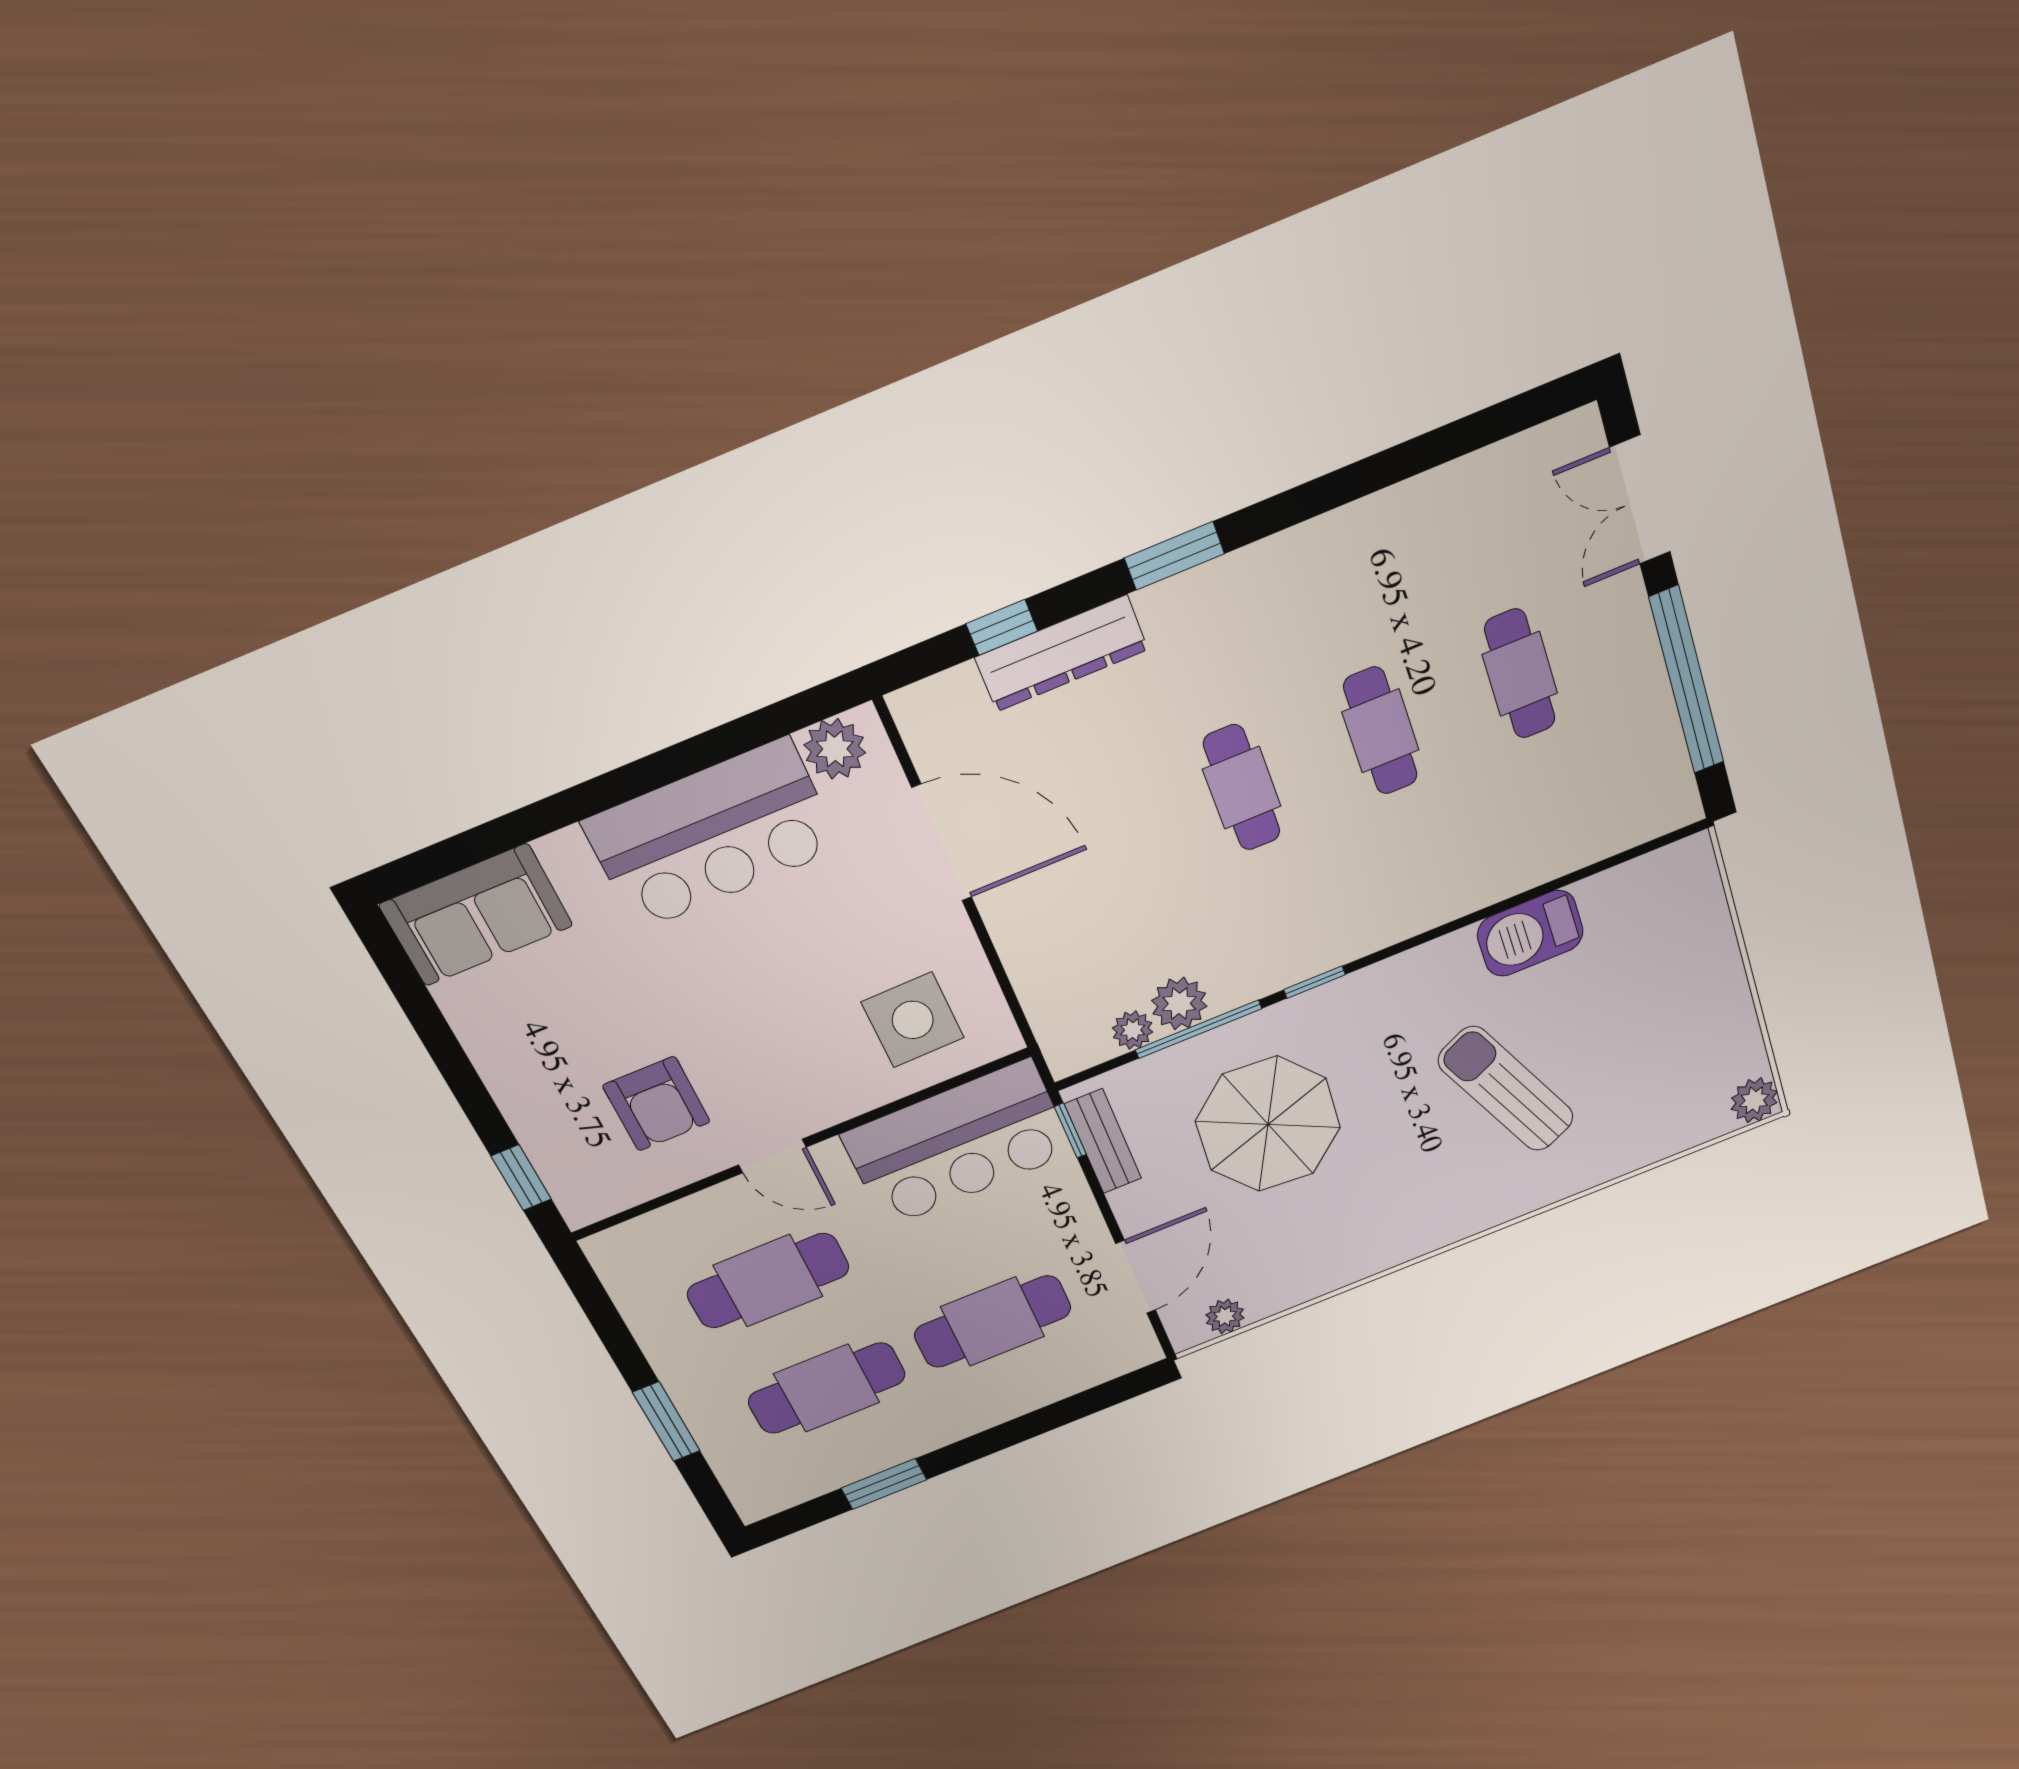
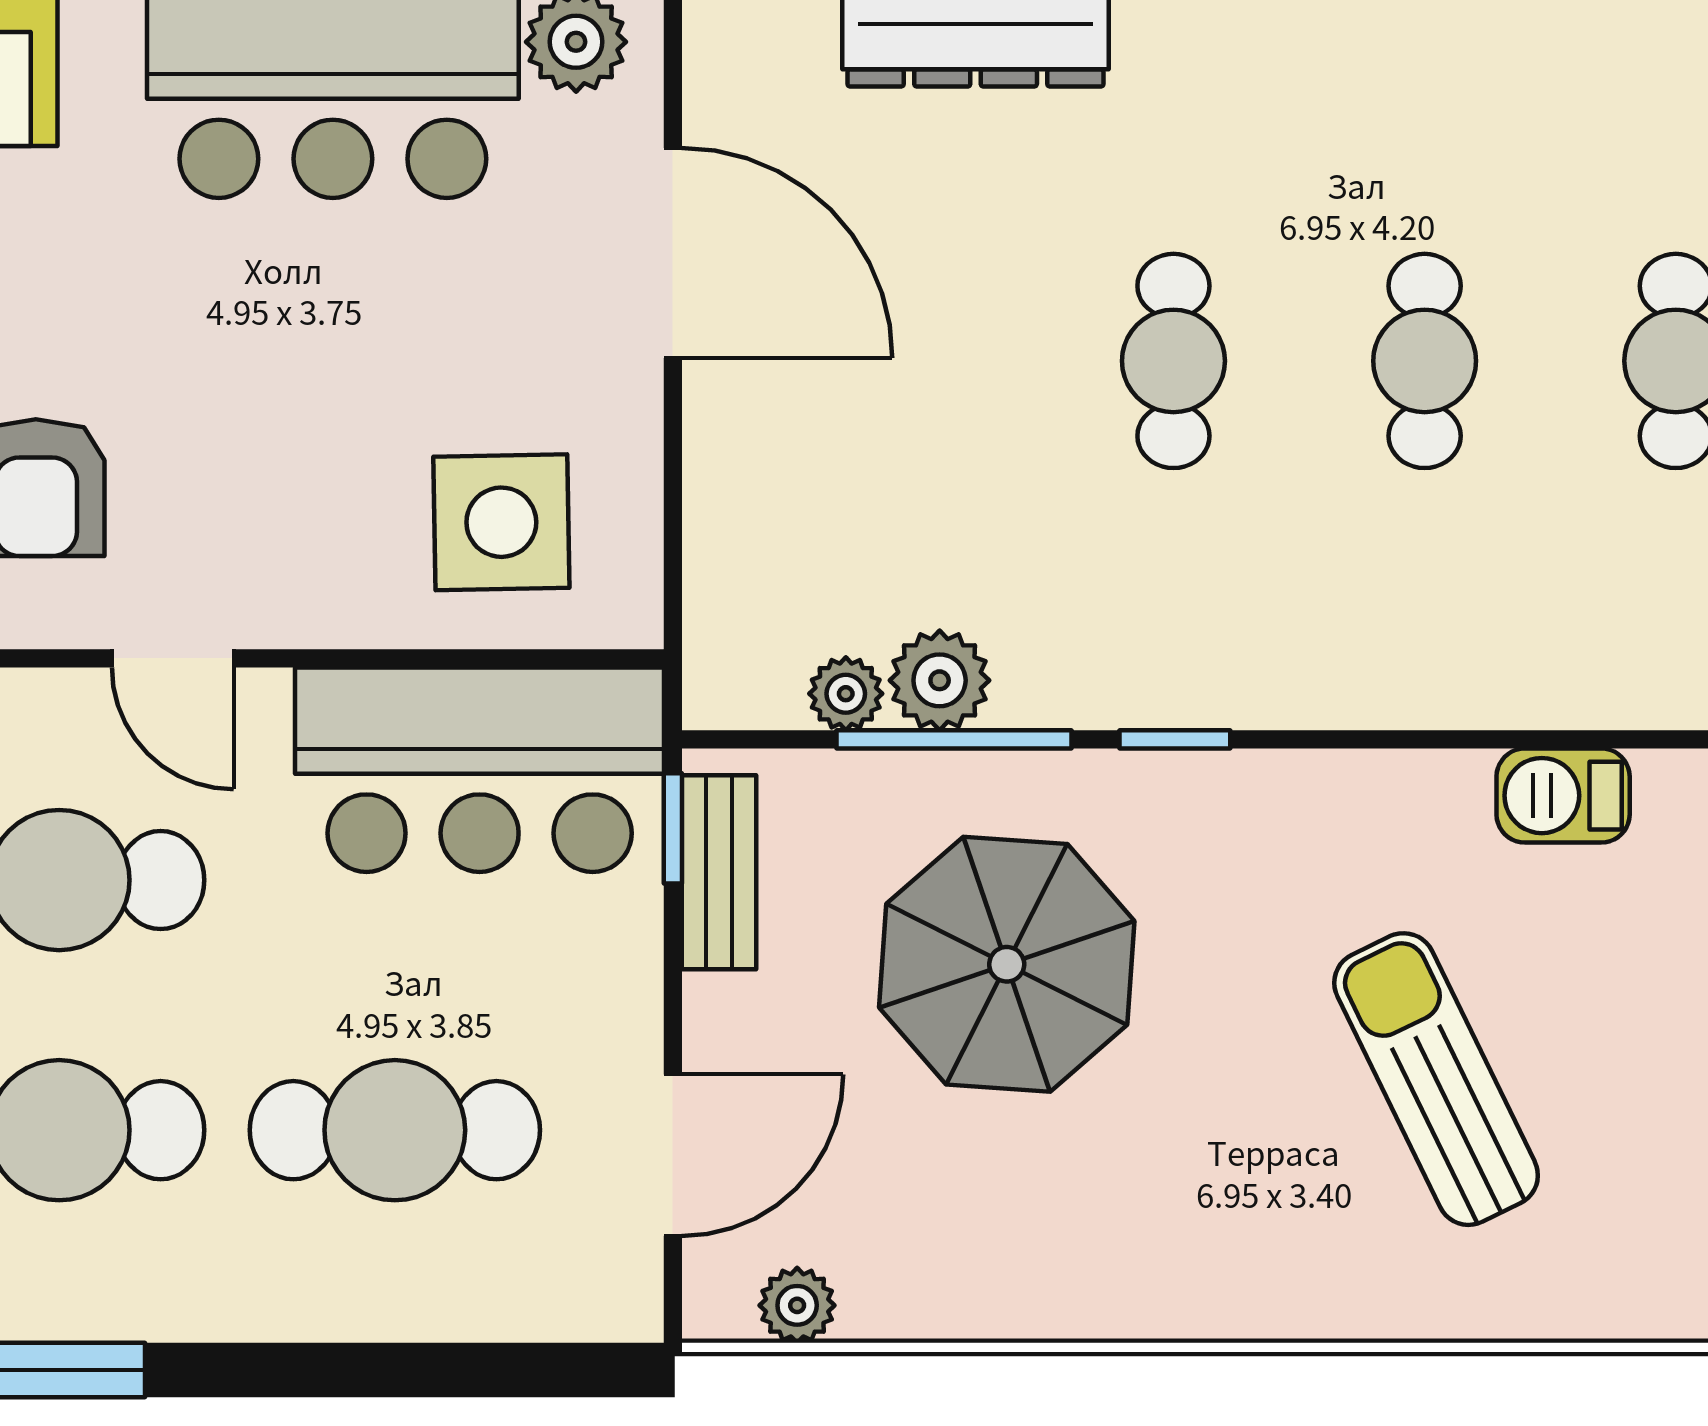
barbecue: (1530, 933) -> (1563, 796), width x0.73, depth x0.79

